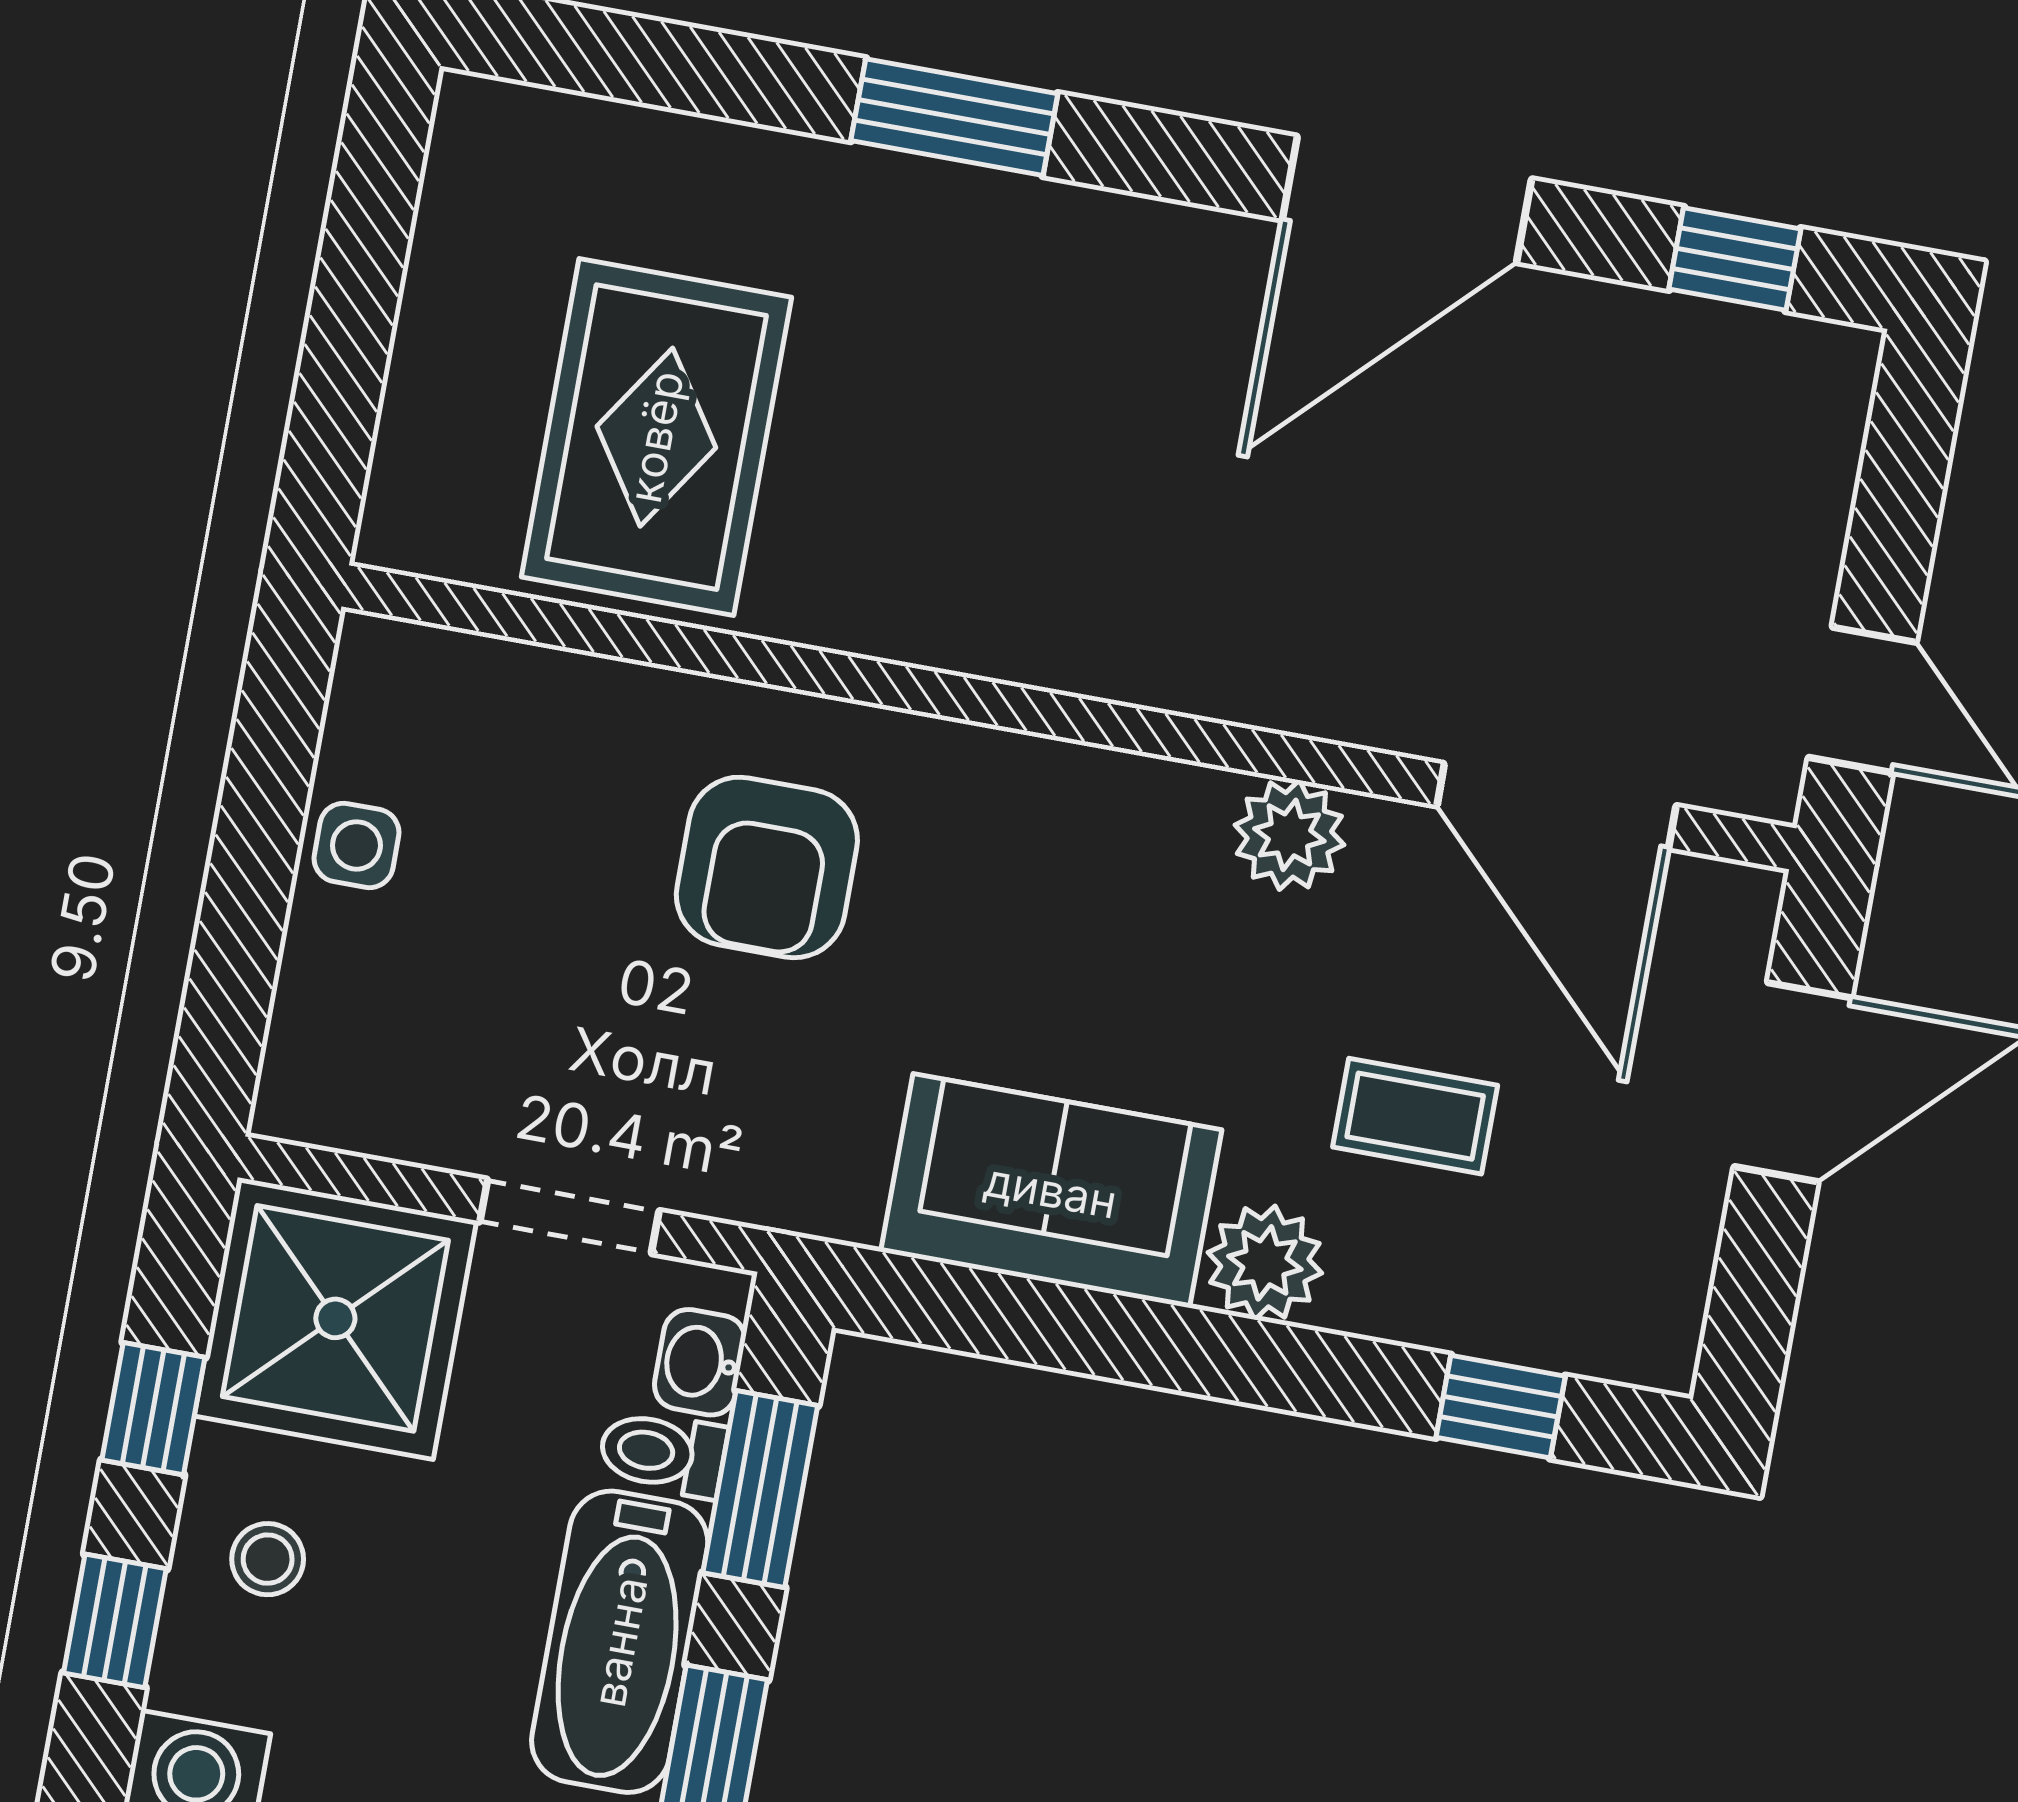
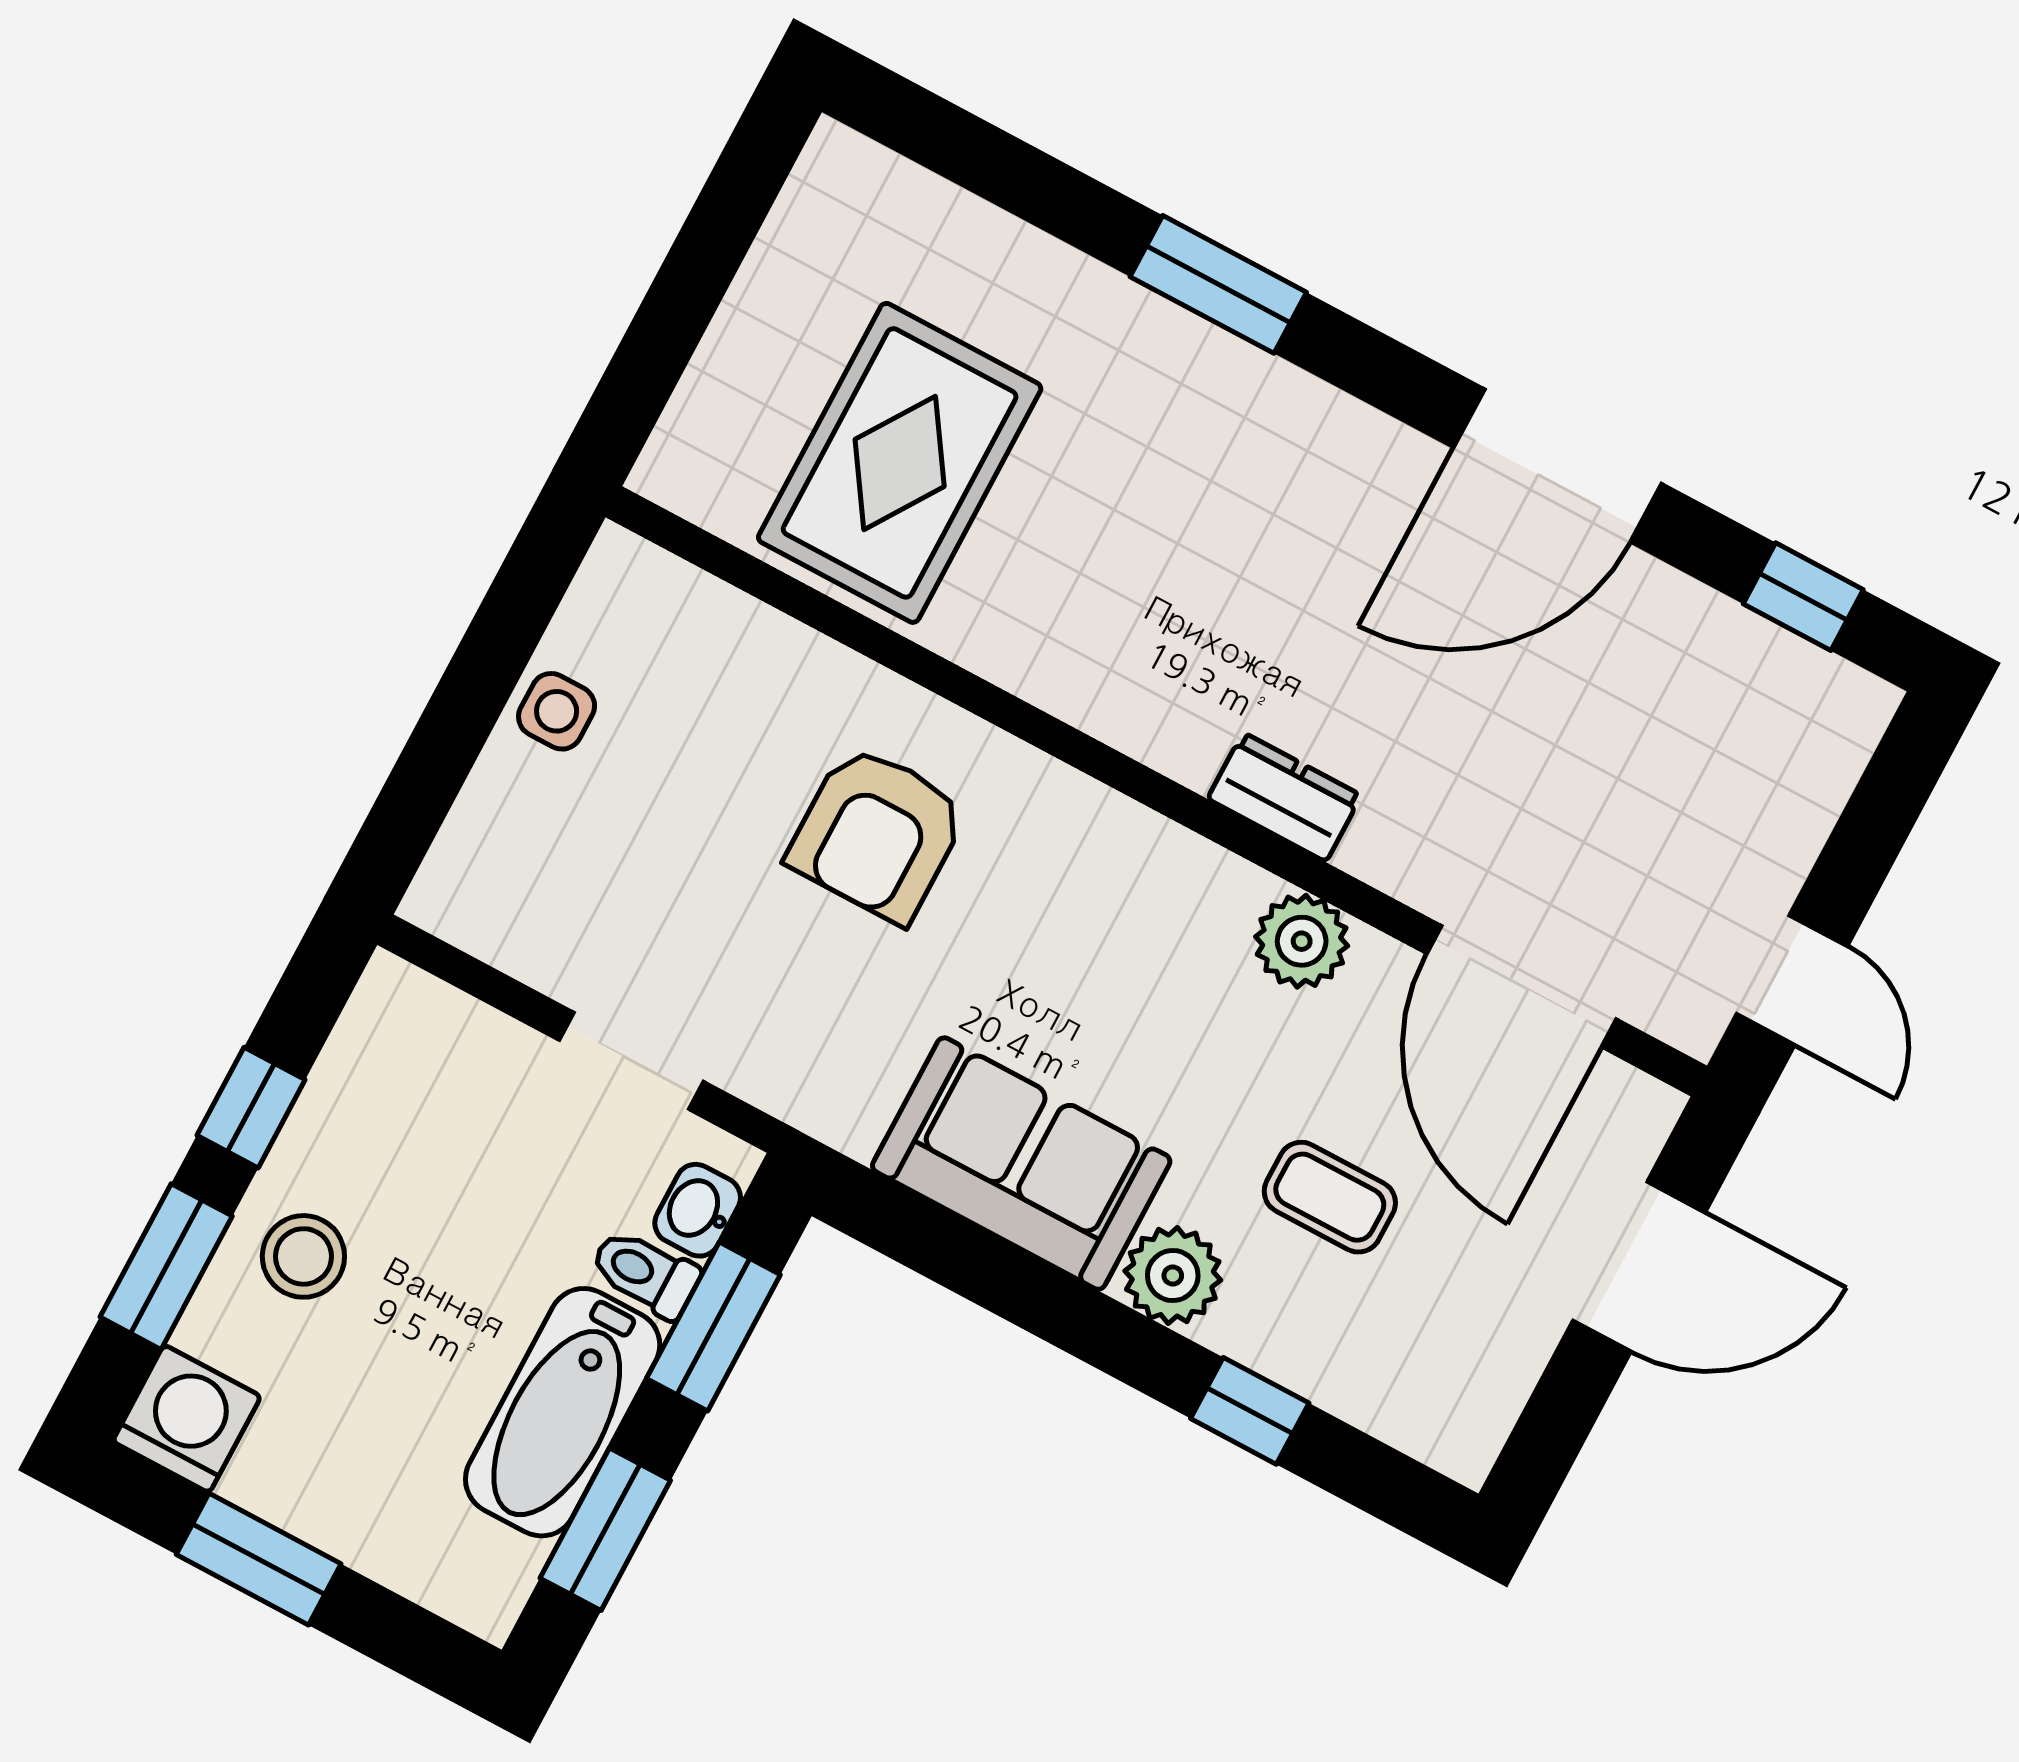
dresser: (1217, 677) -> (1284, 797), added
shower: (335, 1318) -> (419, 1082), removed
window: (1501, 1407) -> (1250, 1411), moved
stool: (268, 1559) -> (303, 1256), width x1.37, depth x1.37
window: (115, 1621) -> (166, 1267), width x1.50

